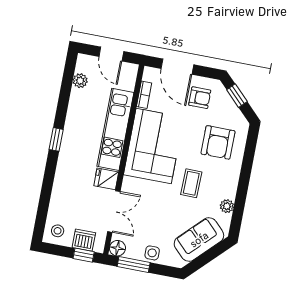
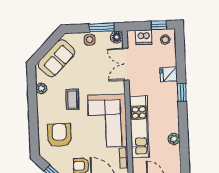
plant: (80, 81) -> (174, 139), moved
window: (56, 139) -> (182, 93), moved
fridge: (106, 179) -> (169, 74), moved, turned 180
window: (84, 255) -> (159, 25), moved

